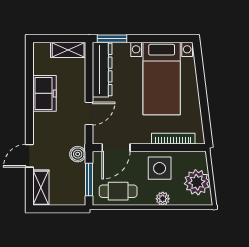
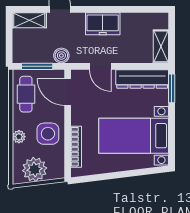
freezer: (44, 93) -> (103, 24), moved

